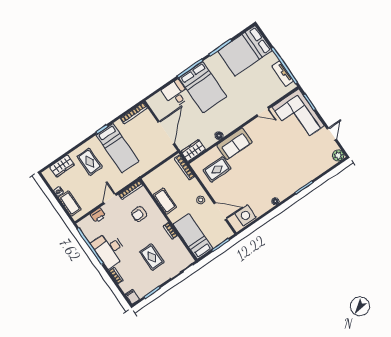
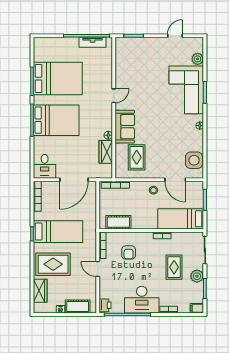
bed: (245, 51) -> (58, 79), moved, turned -90
desk: (176, 94) -> (45, 166), moved, turned -90
door: (263, 112) -> (114, 96), moved
corner sofa: (298, 116) -> (186, 90), moved, turned 90
door: (166, 133) -> (74, 180), swing flipped
door: (332, 134) -> (175, 36), hinge flipped
wardrobe: (193, 151) -> (106, 152), moved
plant: (338, 155) -> (198, 59), moved
rug: (90, 162) -> (53, 264), width x1.36, depth x1.43
cot: (165, 201) -> (118, 222), moved
door: (220, 211) -> (175, 180), swing flipped
printer: (98, 215) -> (105, 305), moved
rug: (152, 257) -> (174, 267), turned 90
plant: (157, 280) -> (197, 276), added

